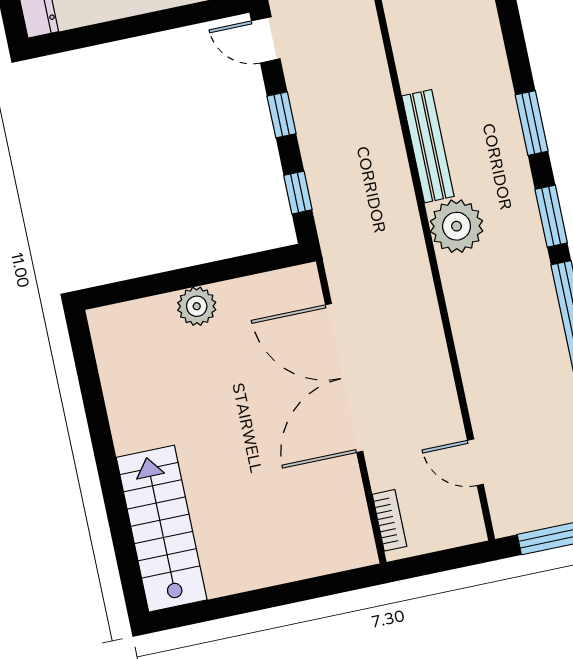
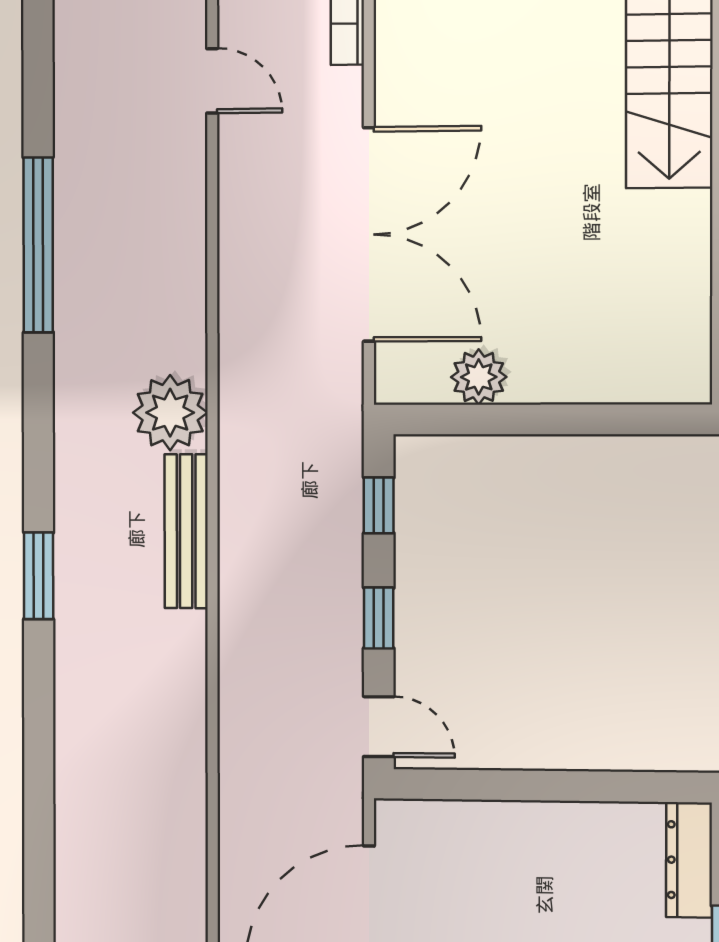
window: (532, 123) -> (39, 576), moved
window: (551, 216) -> (38, 399), removed
plant: (197, 306) -> (479, 377), moved

